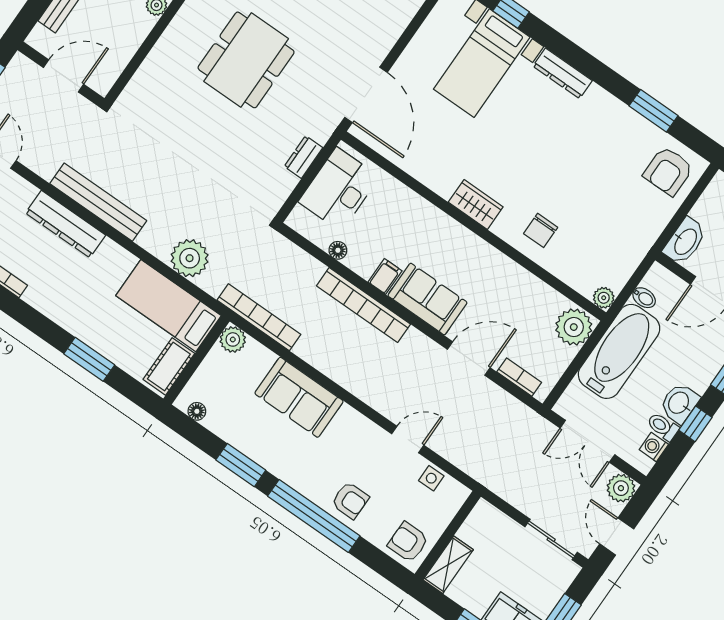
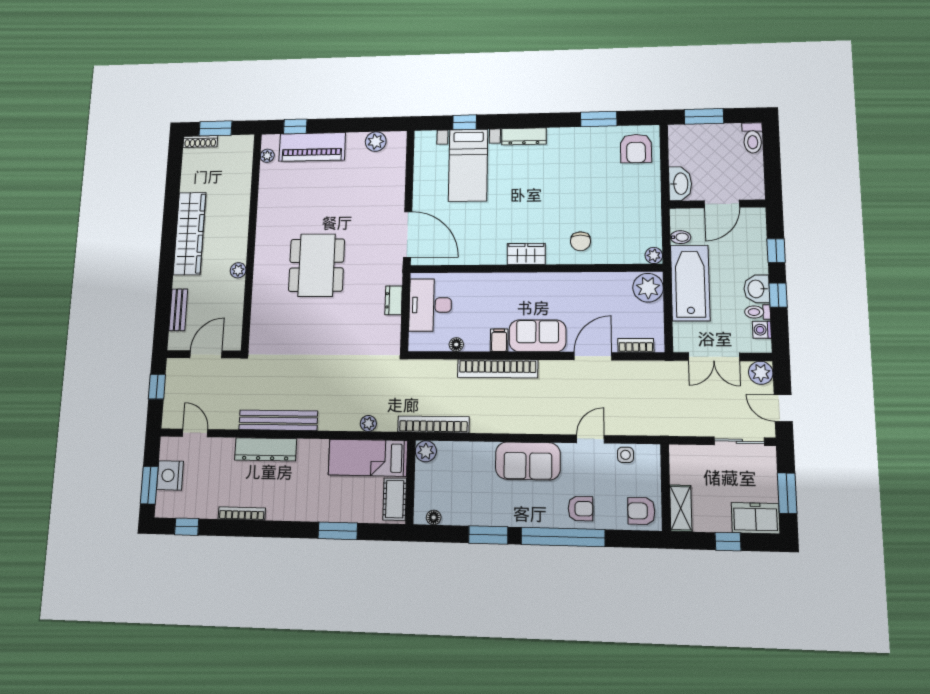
plant: (190, 258) -> (368, 423), width x0.53, depth x0.53
sofa: (299, 397) -> (528, 461), moved

